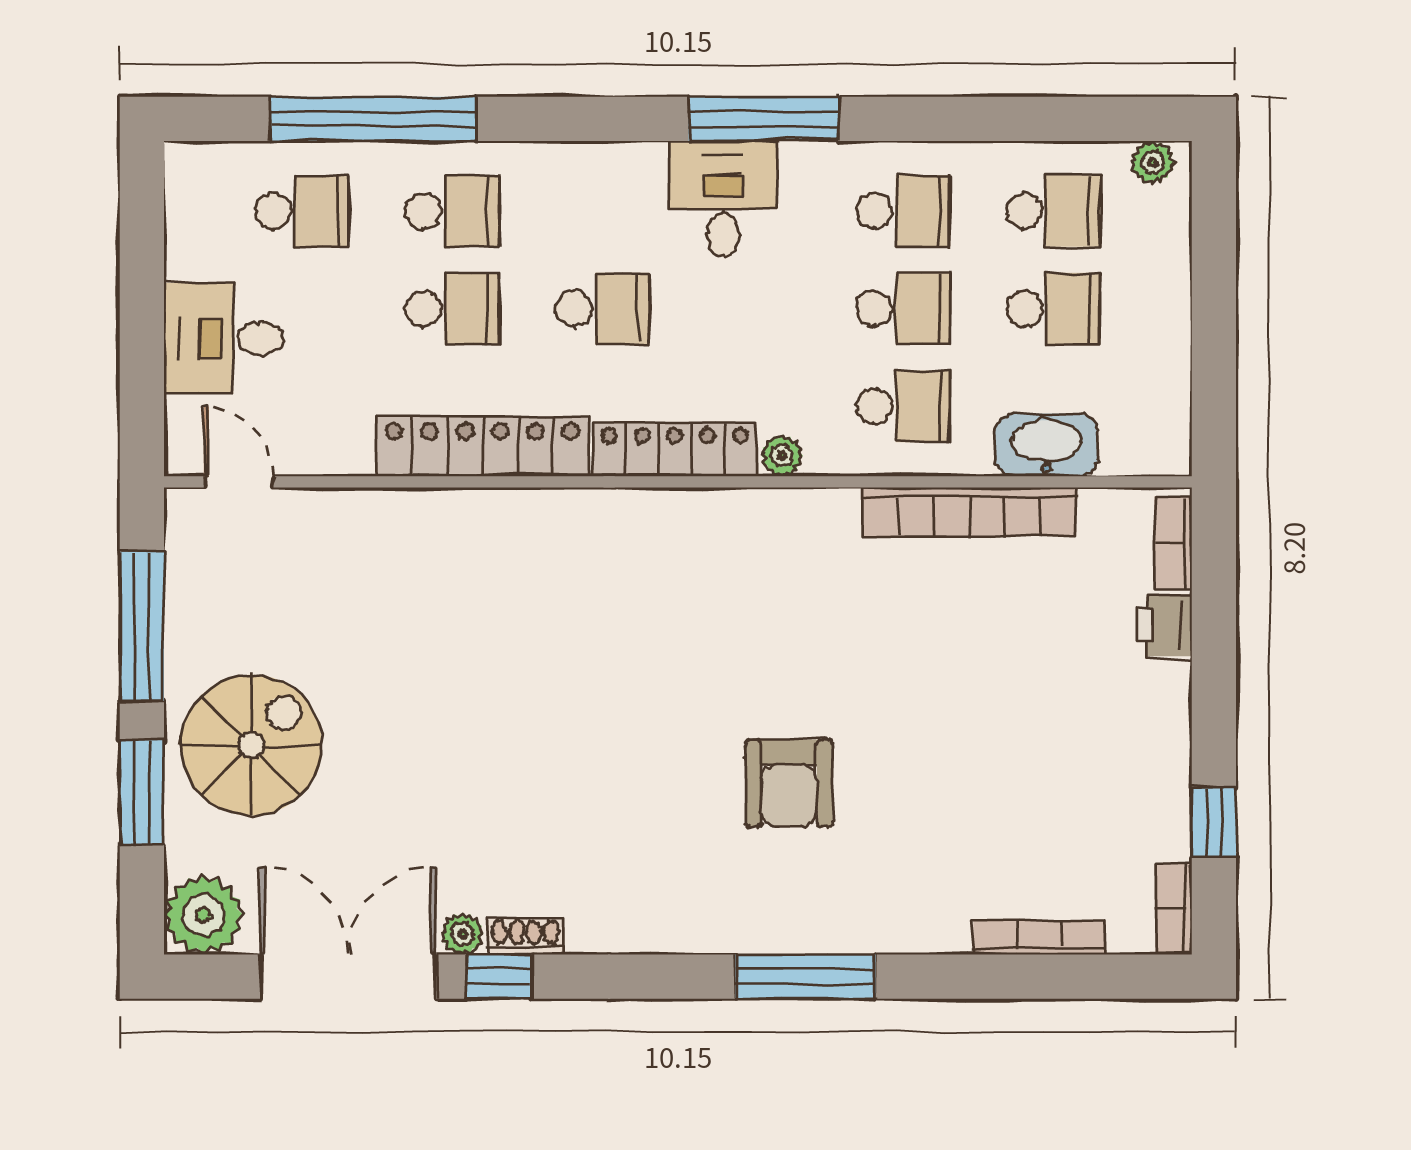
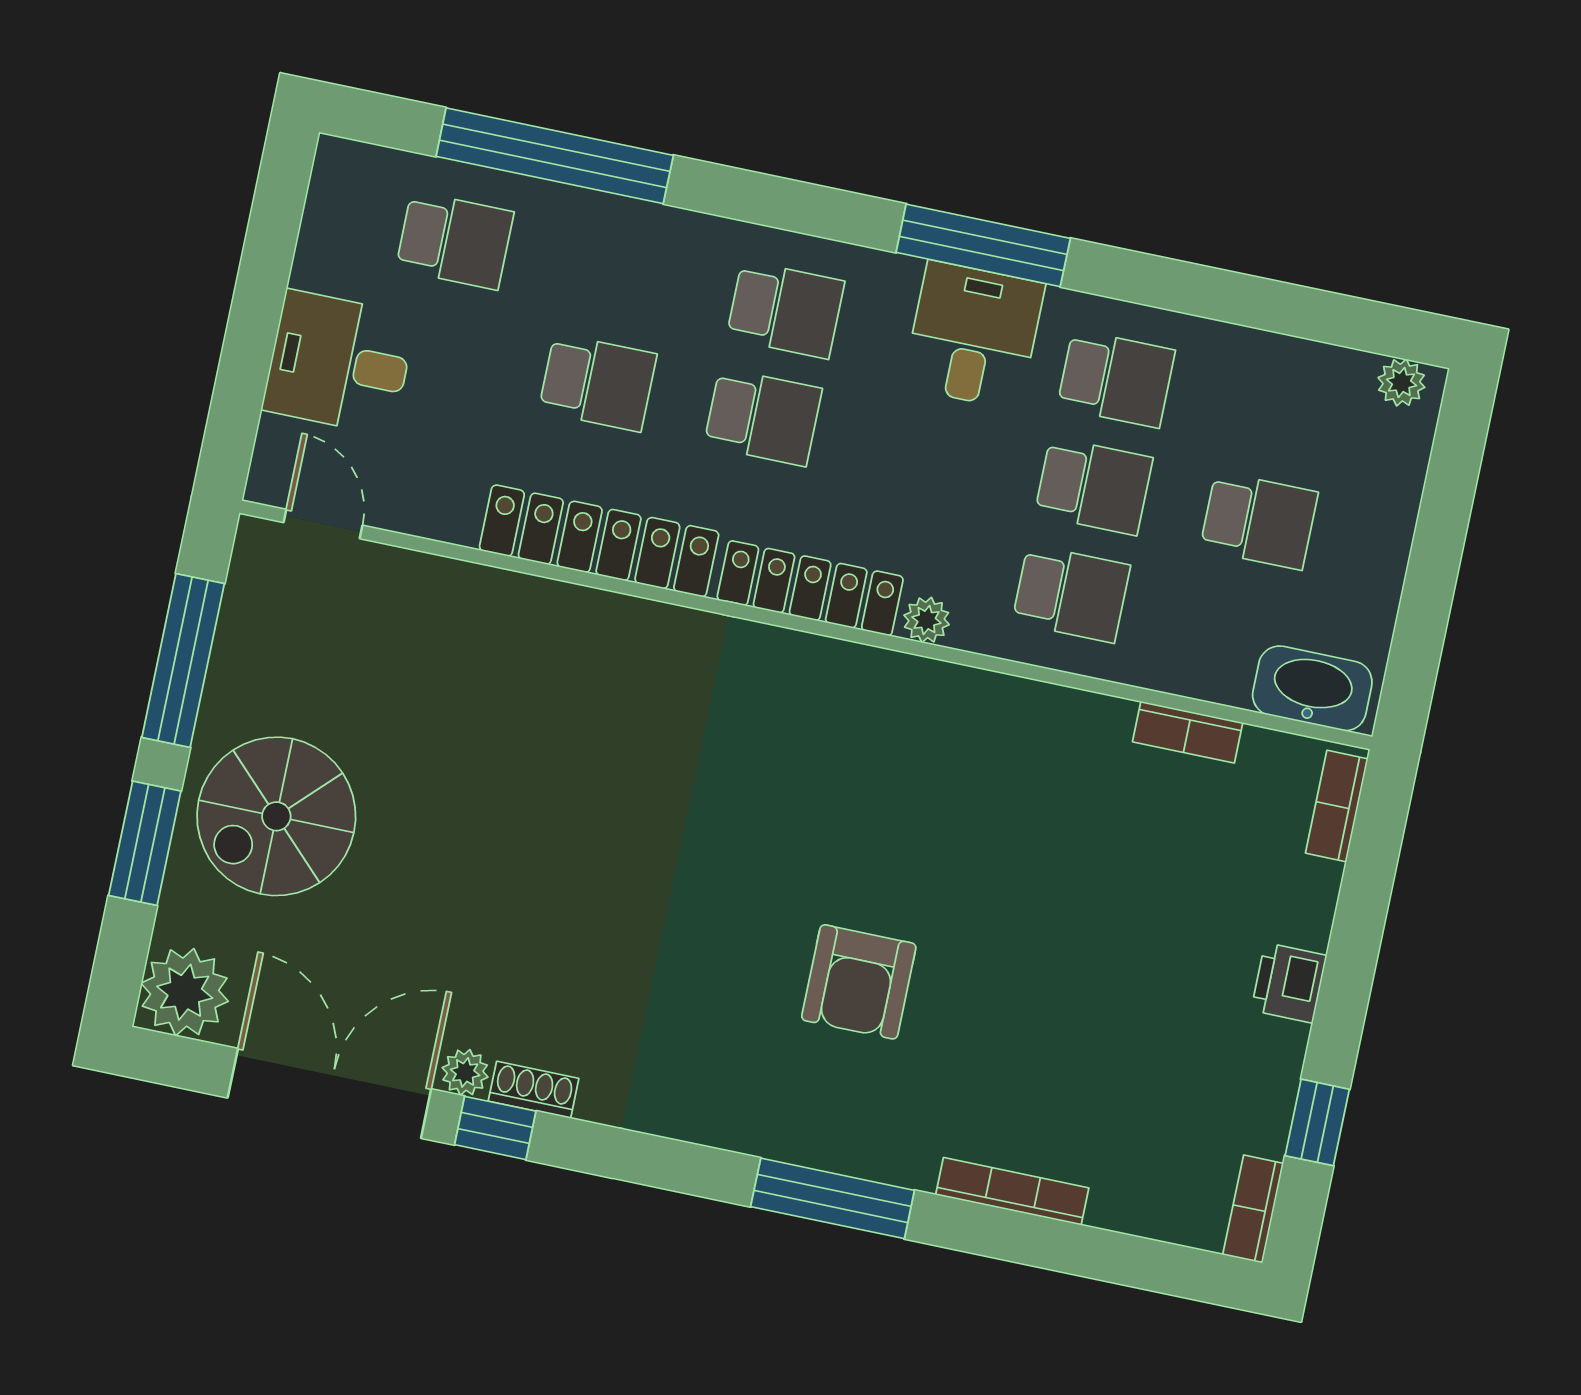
desk: (723, 199) -> (974, 335), moved
school desk: (452, 211) -> (785, 310), moved
school desk: (1054, 211) -> (1281, 413), removed
washbasin: (1046, 445) -> (1312, 688), moved
bookcase: (969, 512) -> (1188, 732), width x0.43, depth x0.76
printer: (1164, 625) -> (1289, 983), moved
spiral stairs: (251, 745) -> (276, 816), turned 180
bookcase: (1039, 938) -> (1012, 1191), moved

